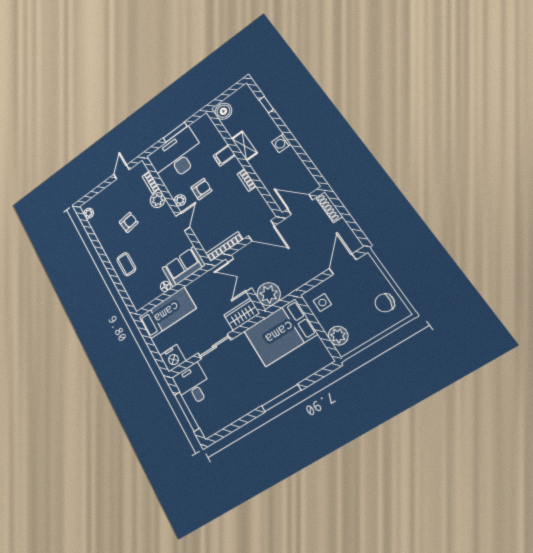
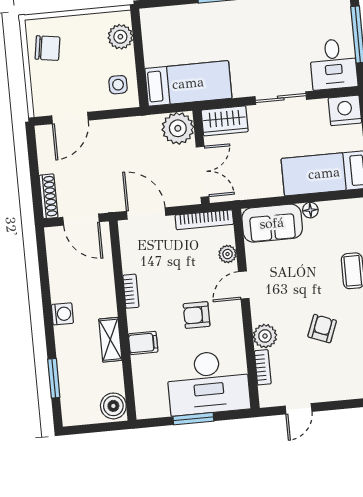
window: (266, 105) -> (54, 378), width x1.50
plant: (180, 200) -> (228, 254), moved
armchair: (129, 222) -> (322, 329), turned 119
bed: (280, 333) -> (188, 83), width x0.67

